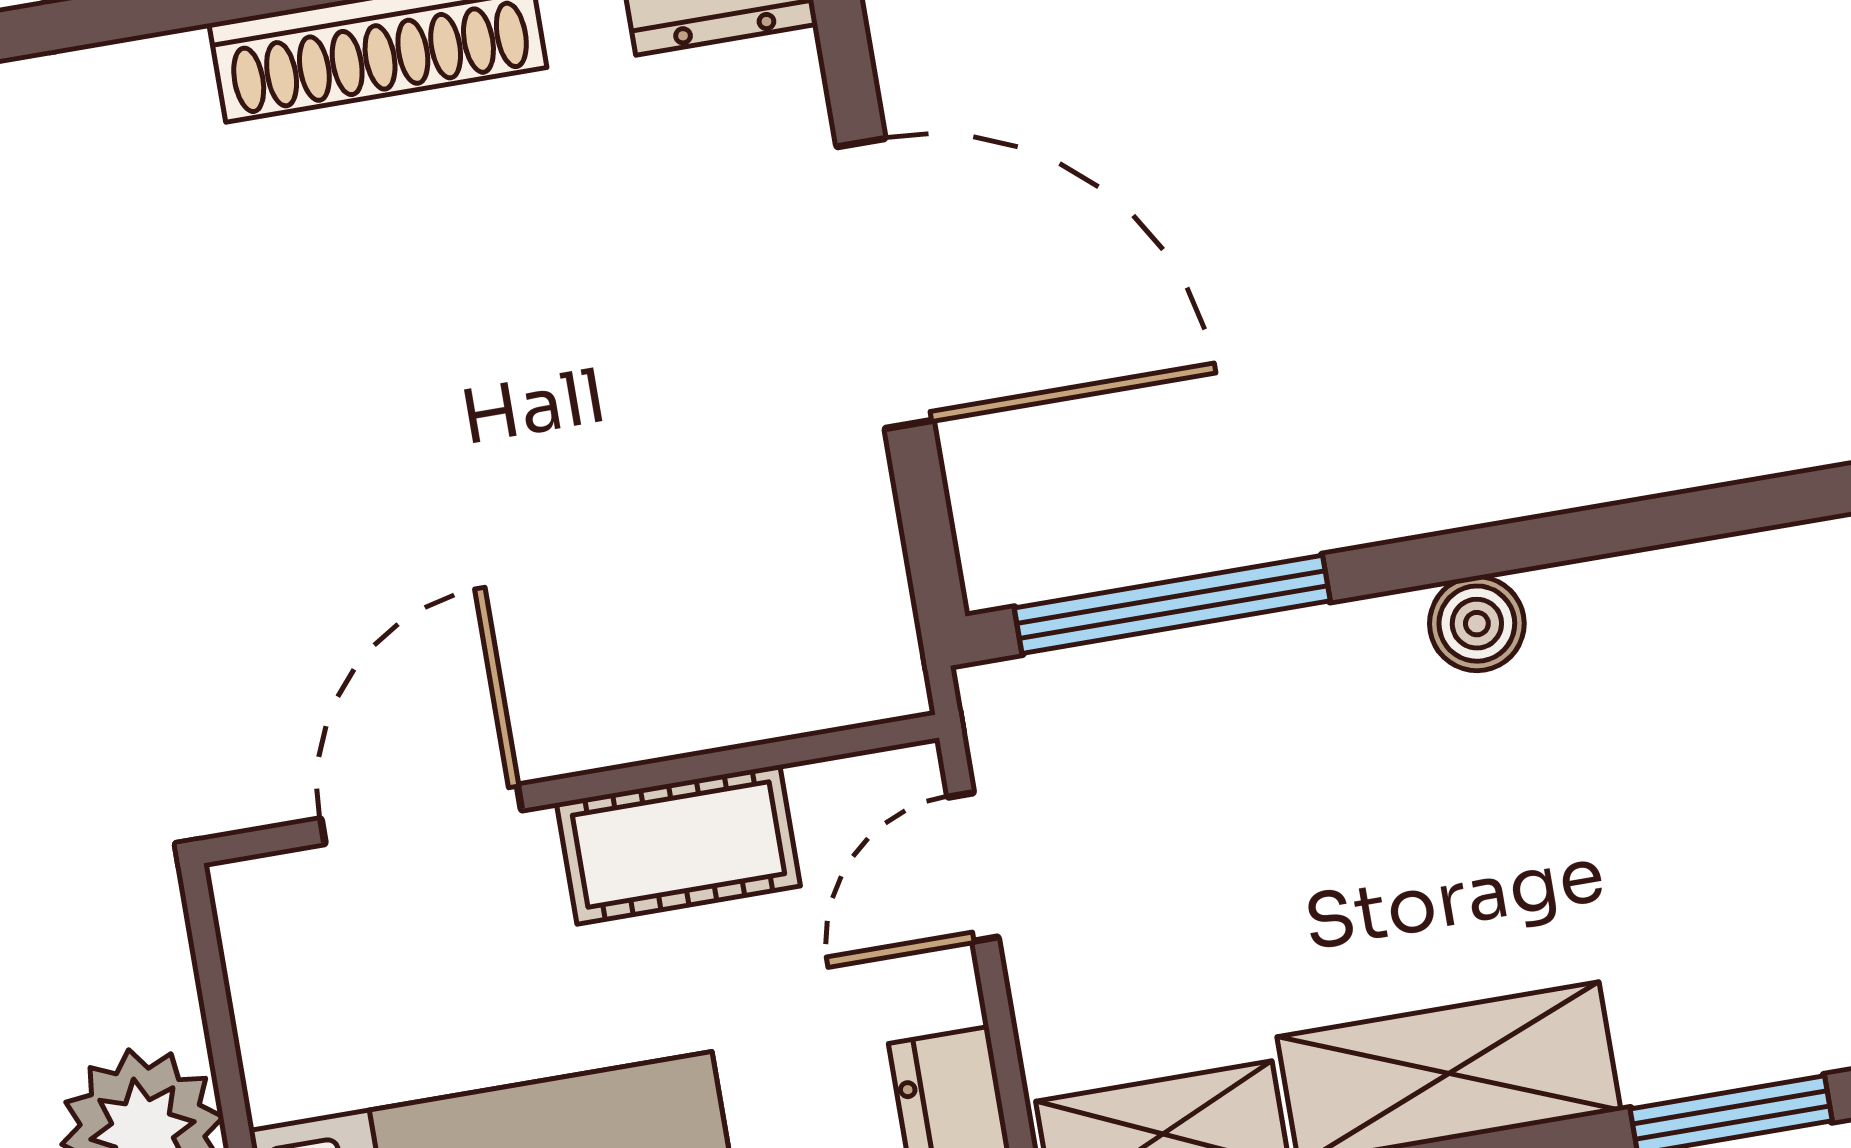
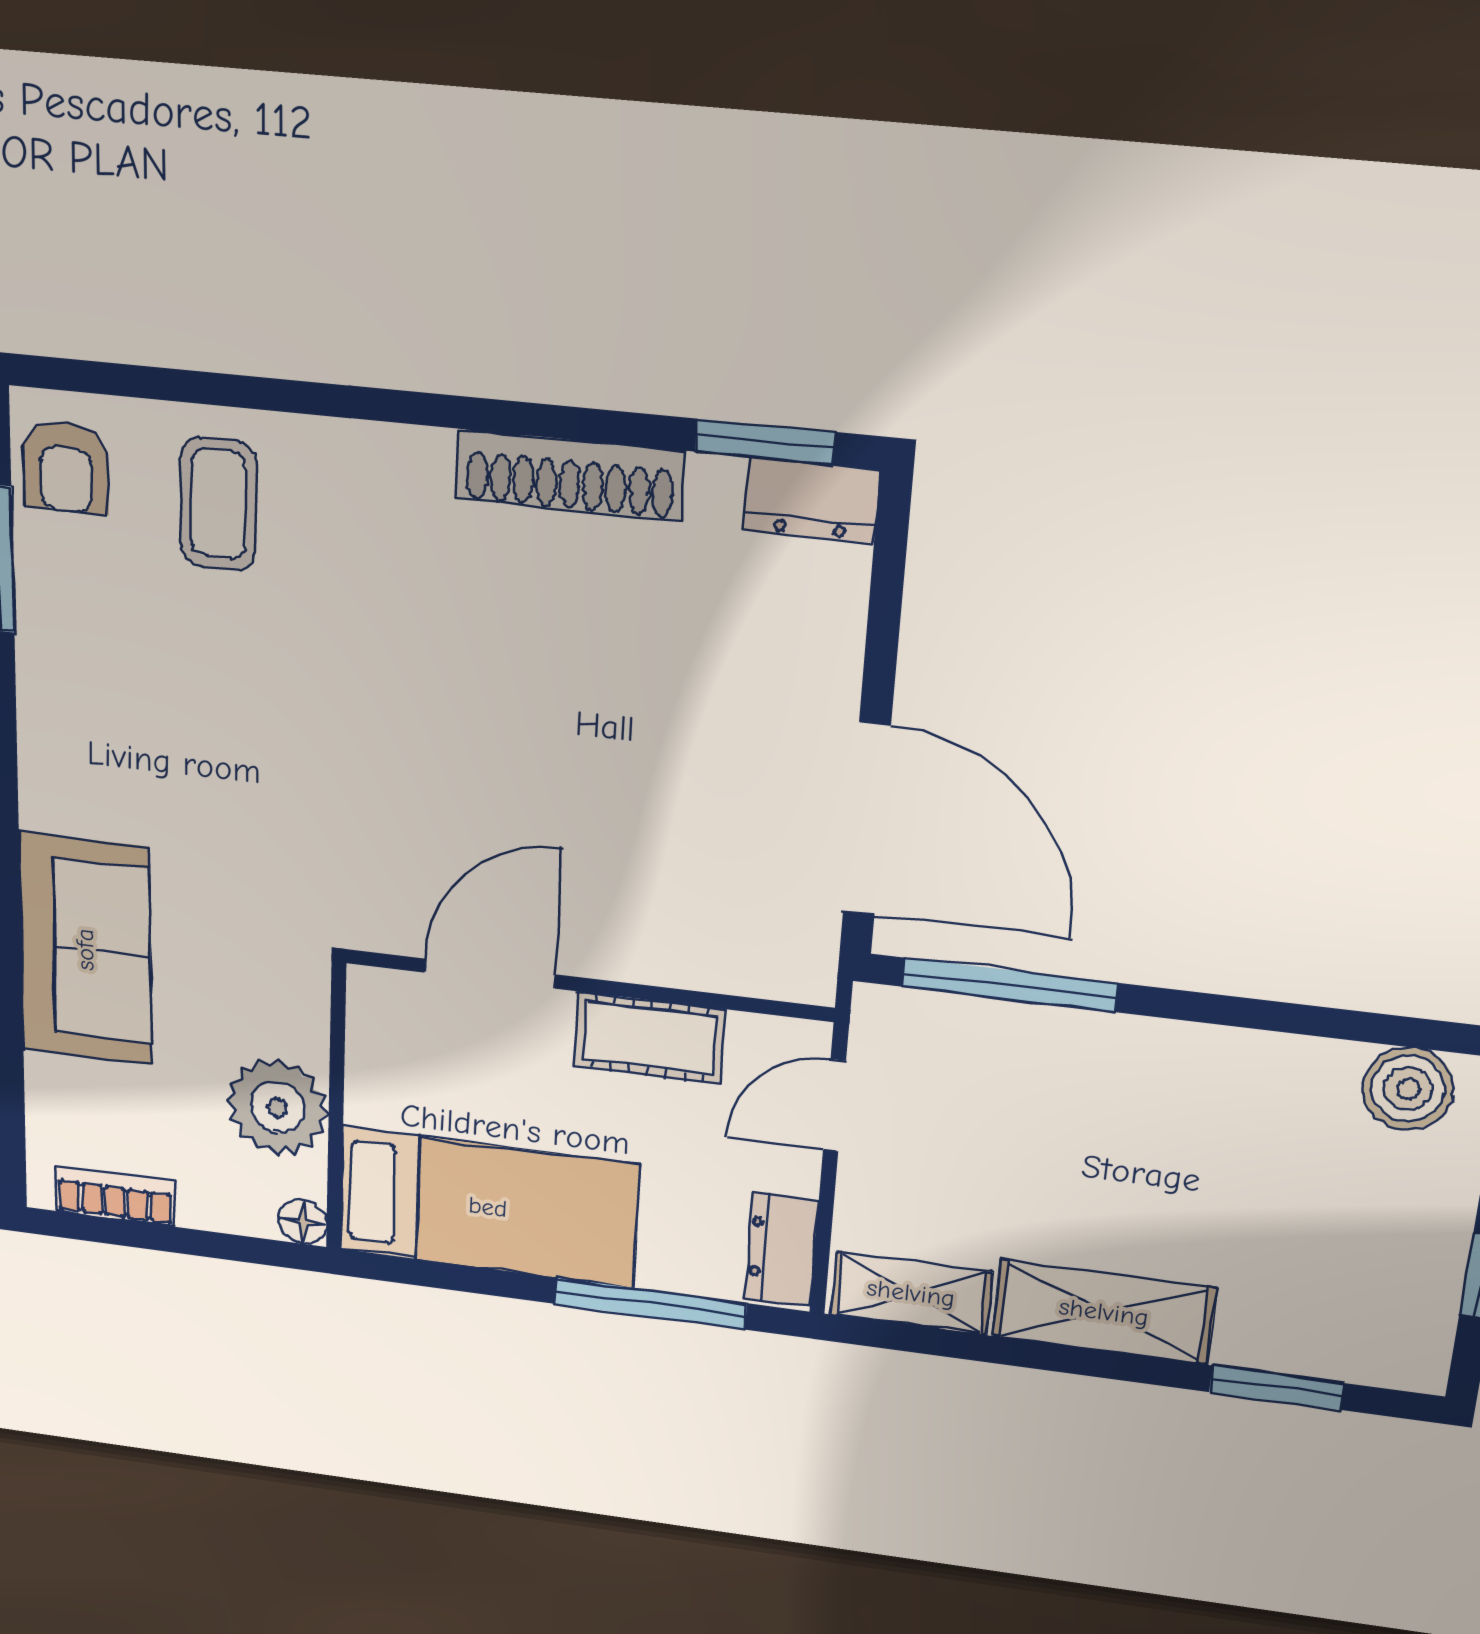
door: (885, 284) -> (867, 819), moved
boiler: (1477, 624) -> (1408, 1089), moved, width x1.36, depth x1.36

